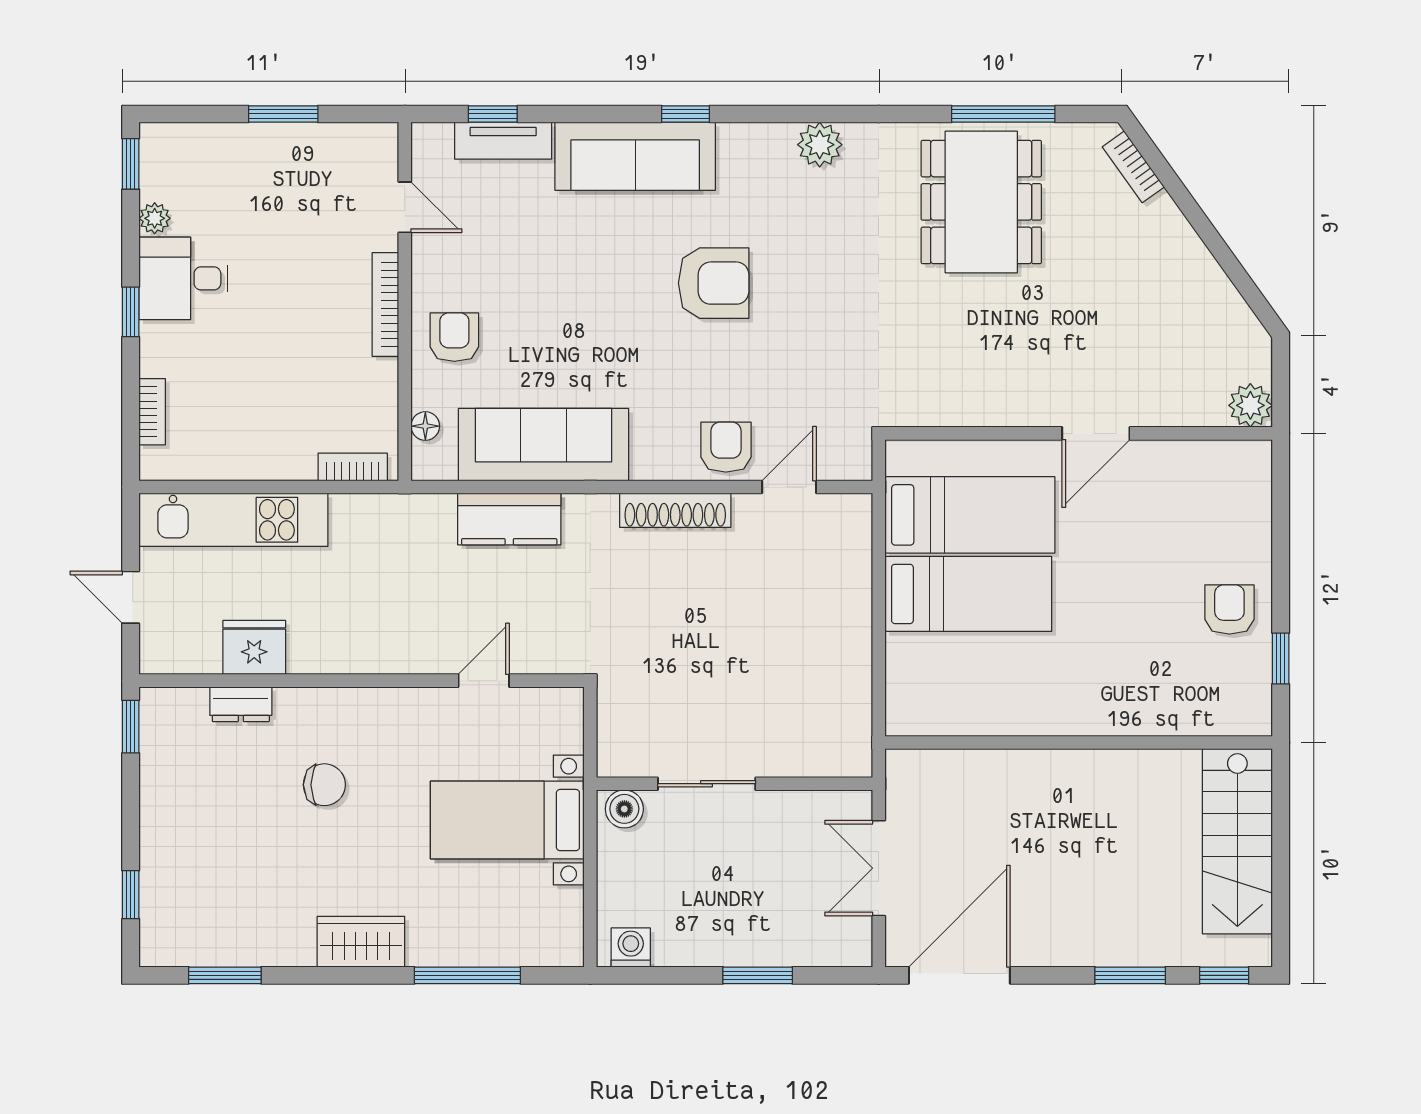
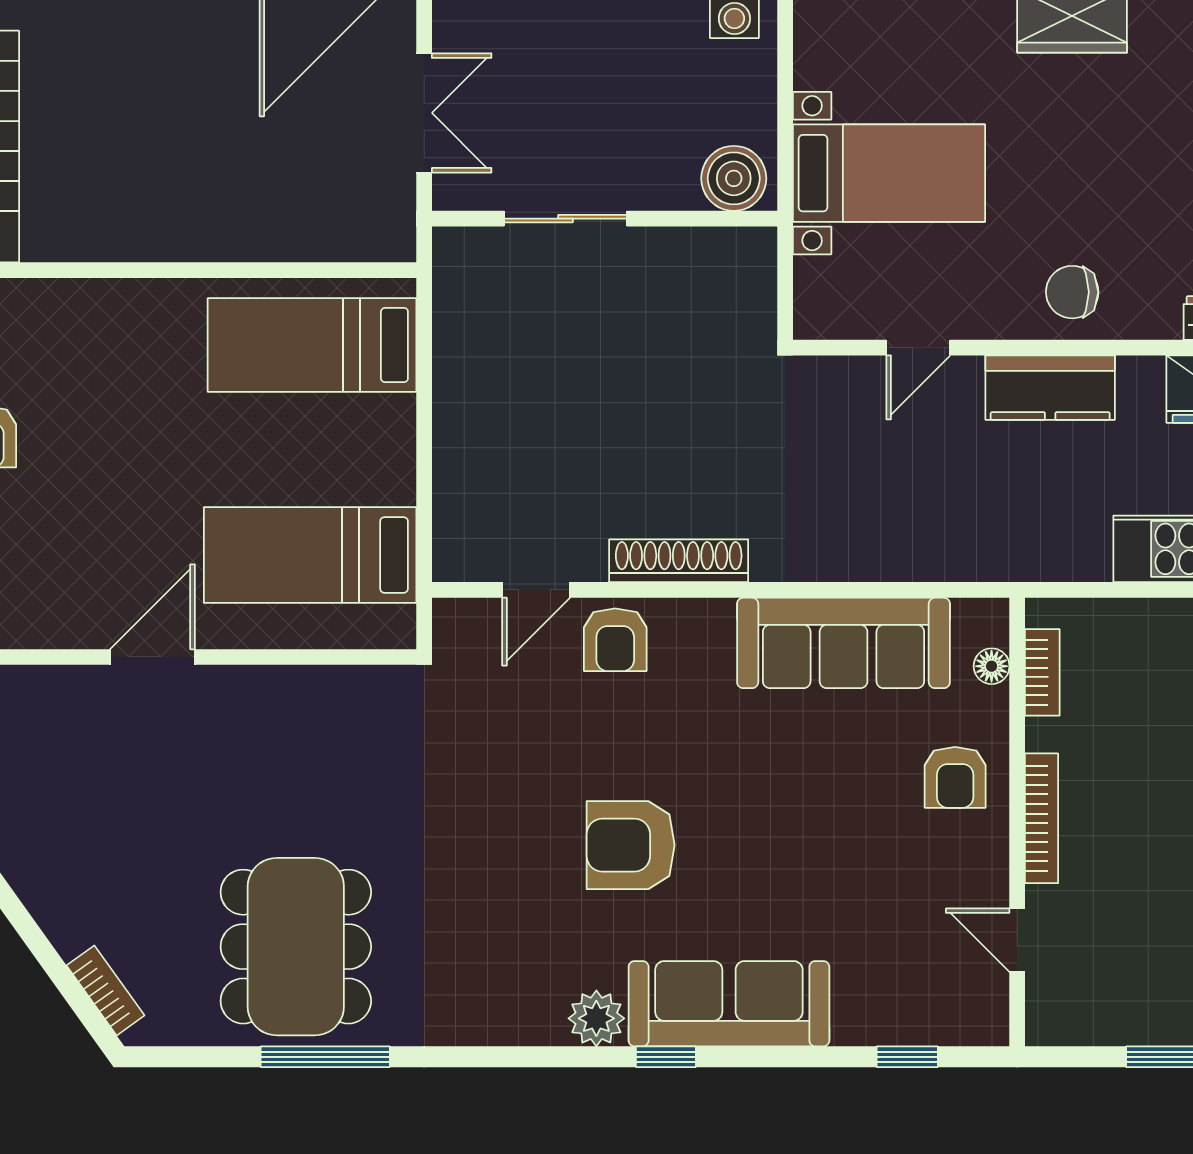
window: (1003, 114) -> (325, 1057), moved
tv unit: (503, 141) -> (894, 1023), removed
plant: (820, 145) -> (596, 1018), moved
bookcase: (353, 467) -> (1042, 672), moved, turned -90
kitchen counter: (509, 519) -> (1050, 388), moved, turned 180
bed: (968, 594) -> (312, 345), moved
sliding door: (707, 784) -> (565, 219), moved
chair: (324, 785) -> (1072, 292), moved
boiler: (624, 809) -> (734, 178), width x1.36, depth x1.36

